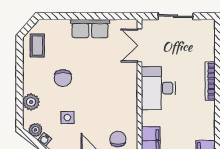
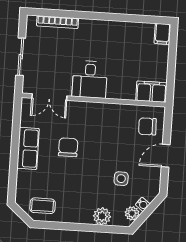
chair: (63, 78) -> (68, 147), moved, turned -90
bookcase: (210, 81) -> (58, 22), moved
desk: (158, 88) -> (90, 79), width x0.73

